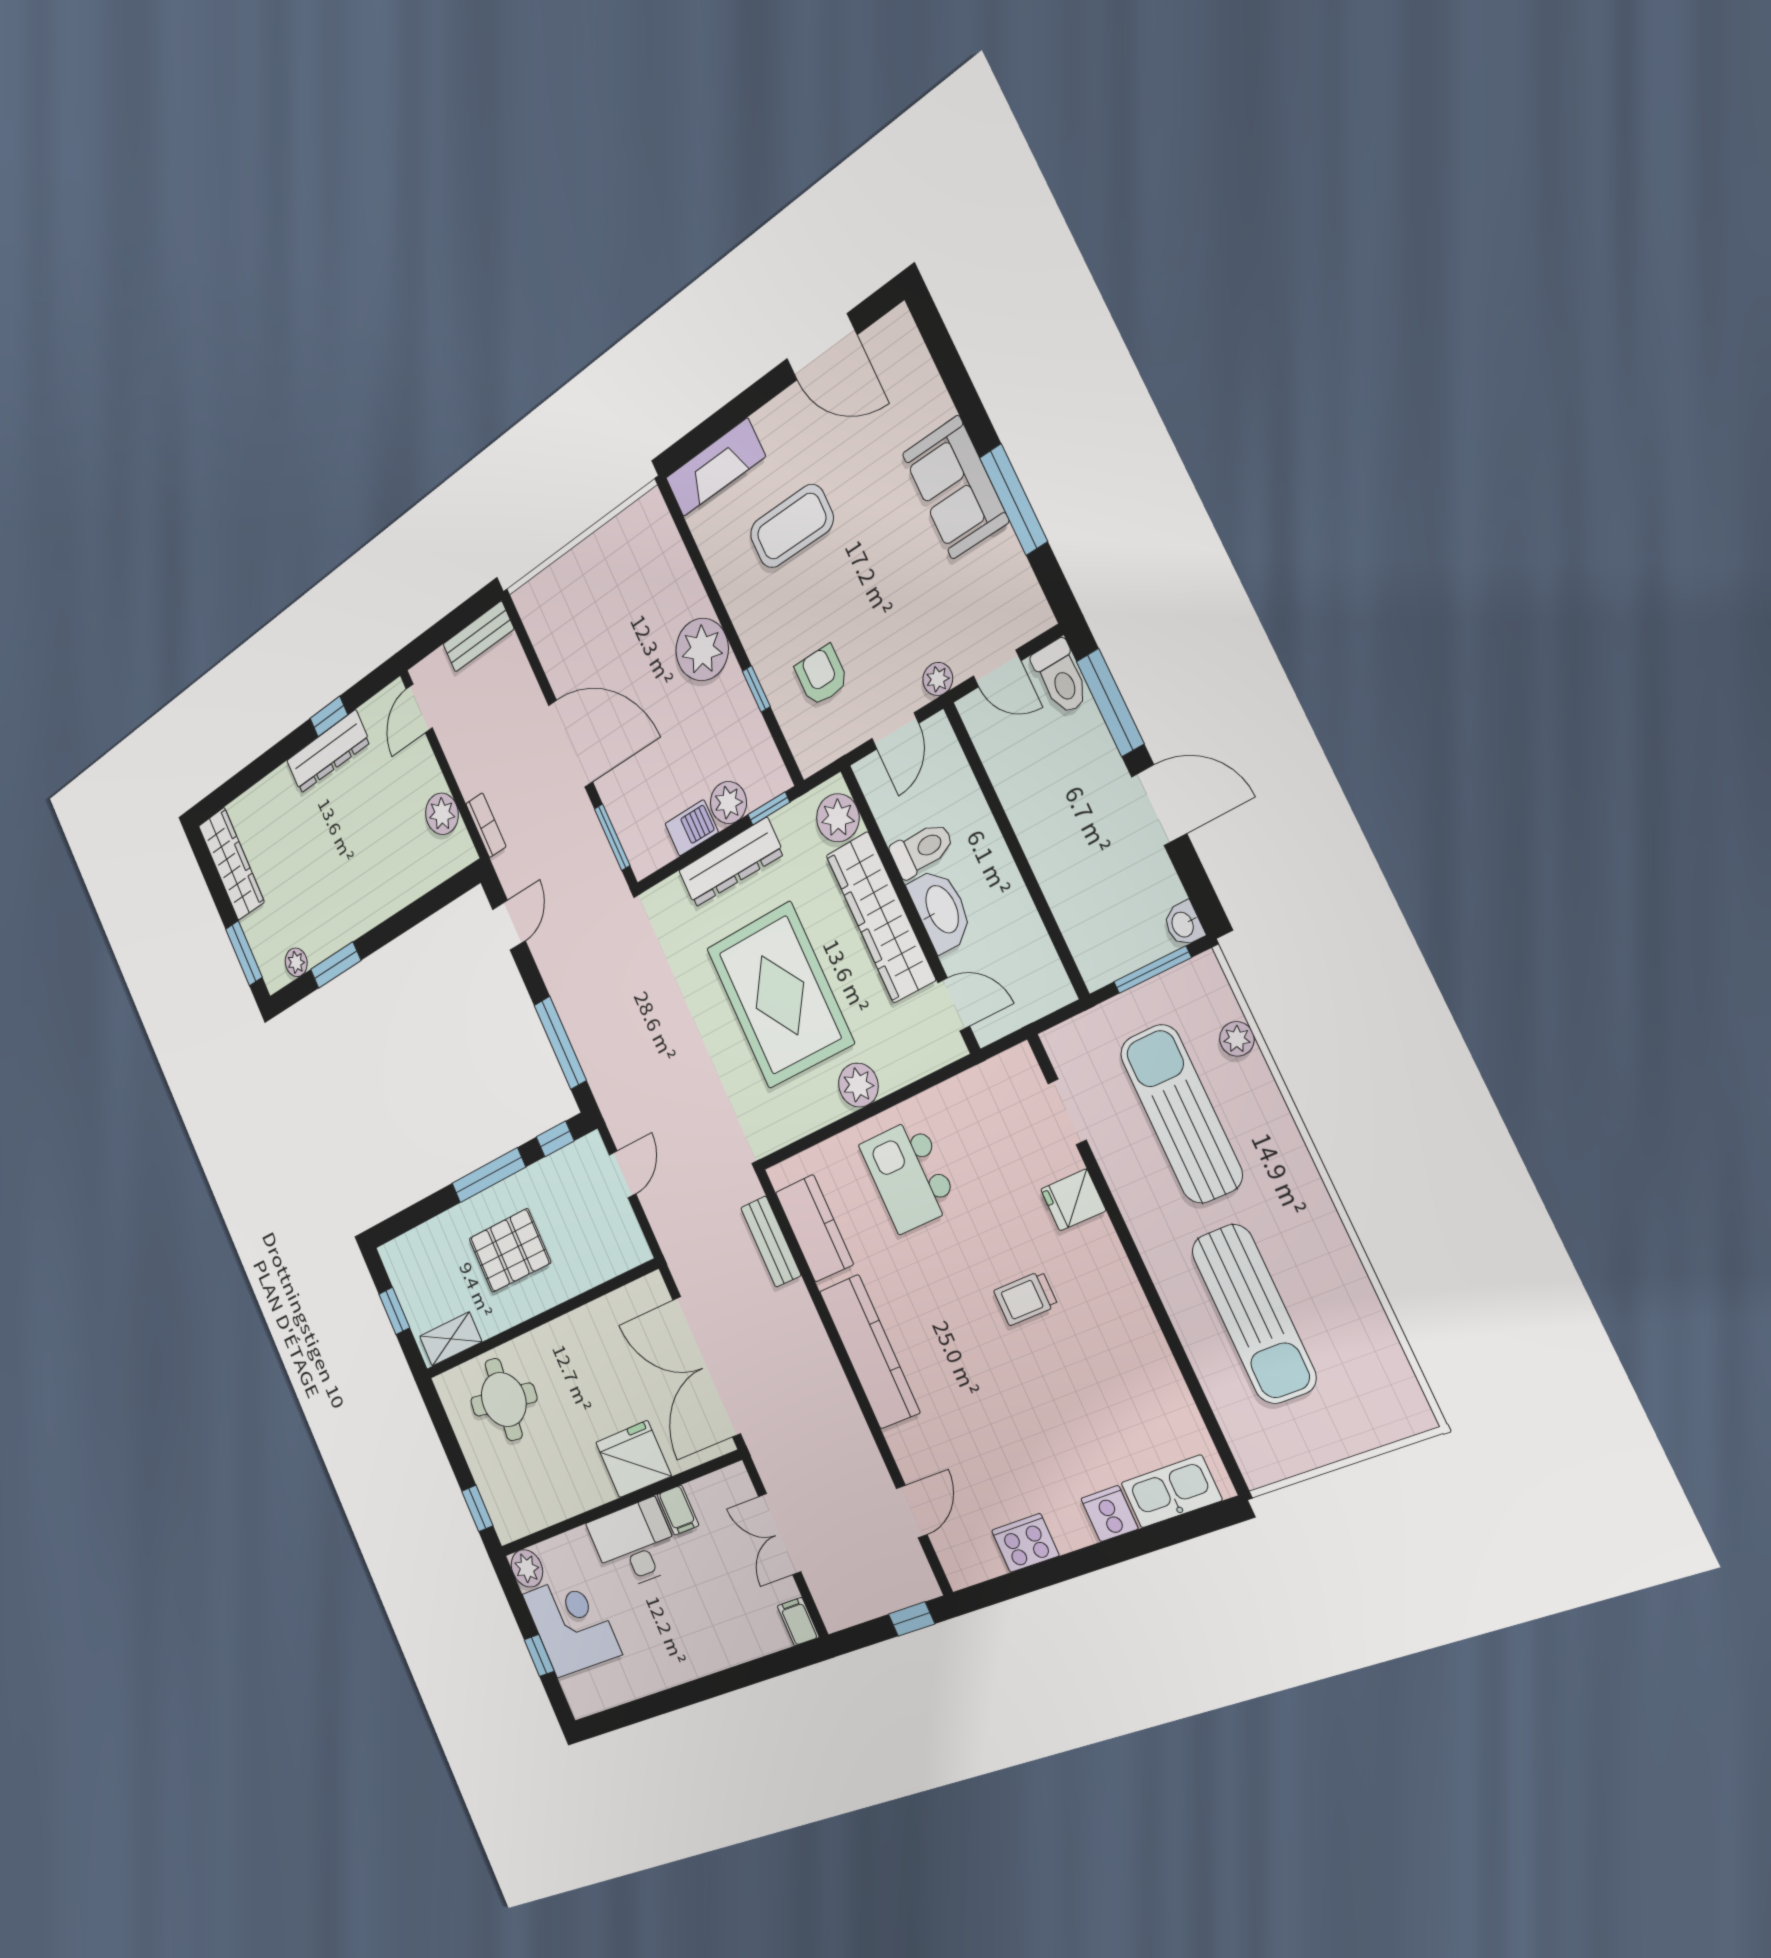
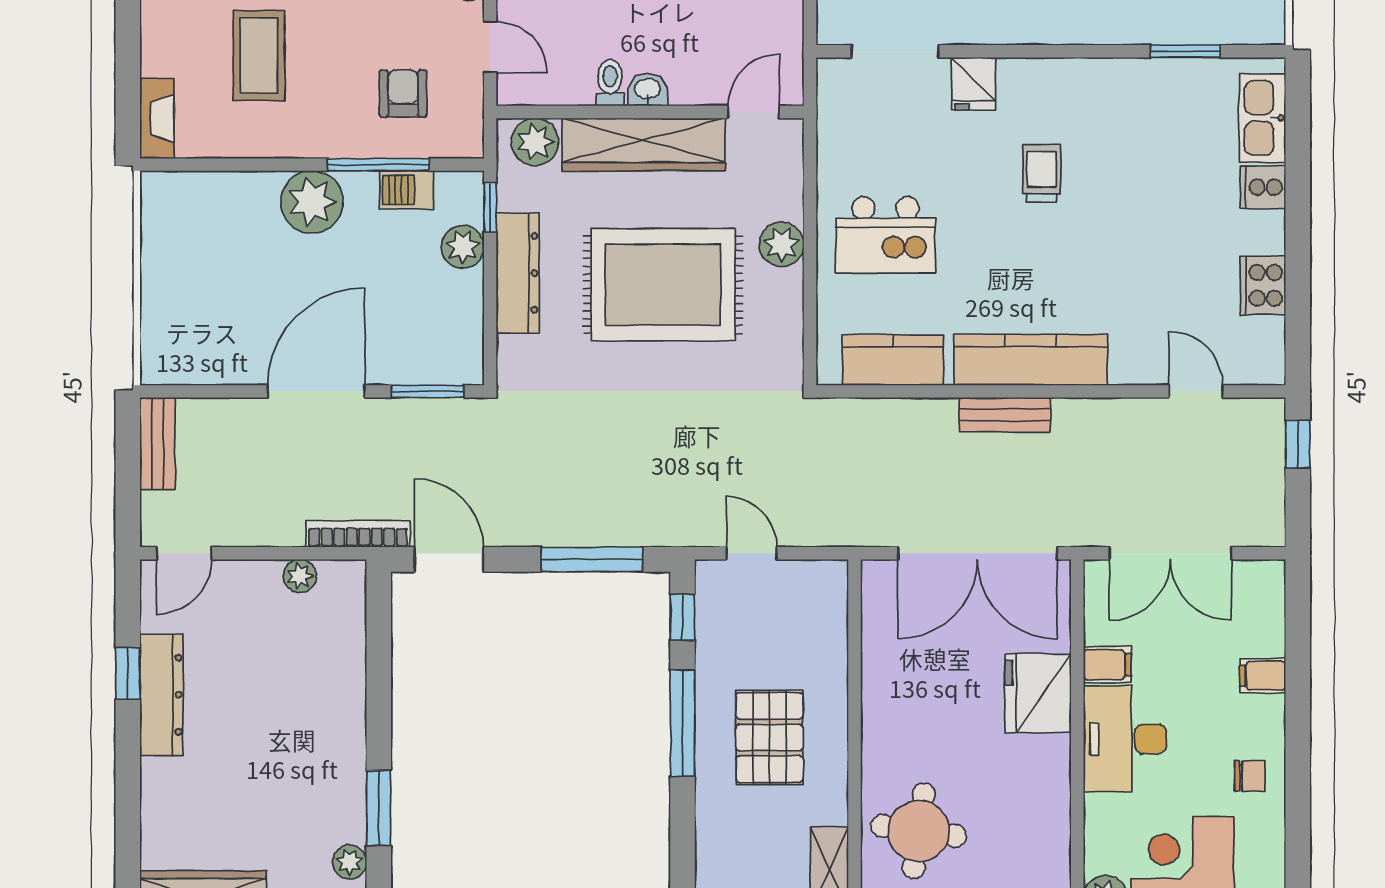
fireplace: (715, 467) -> (157, 119), width x0.73, depth x0.76
armchair: (821, 675) -> (403, 94), turned 90
window: (756, 689) -> (378, 165), width x2.17
door: (419, 708) -> (184, 553), hinge flipped
plant: (442, 814) -> (300, 576), width x0.73, depth x0.73
bookcase: (486, 825) -> (358, 534), width x1.56
barbecue: (692, 828) -> (407, 190), moved, turned -90
toilet: (922, 849) -> (610, 83), width x0.73, depth x0.72
washbasin: (941, 910) -> (648, 90), width x0.52, depth x0.69
door: (509, 925) -> (449, 559), width x1.38
doorway: (1067, 1112) -> (895, 51), width x1.38
bench: (771, 1242) -> (1005, 415), moved
trolley: (1026, 1298) -> (1042, 173), turned 180
window: (1198, 1394) -> (1185, 51), added
double door: (780, 1534) -> (1170, 553), width x1.37
filing cabinet: (798, 1622) -> (1263, 676), moved
chair: (655, 1659) -> (1250, 776), added

